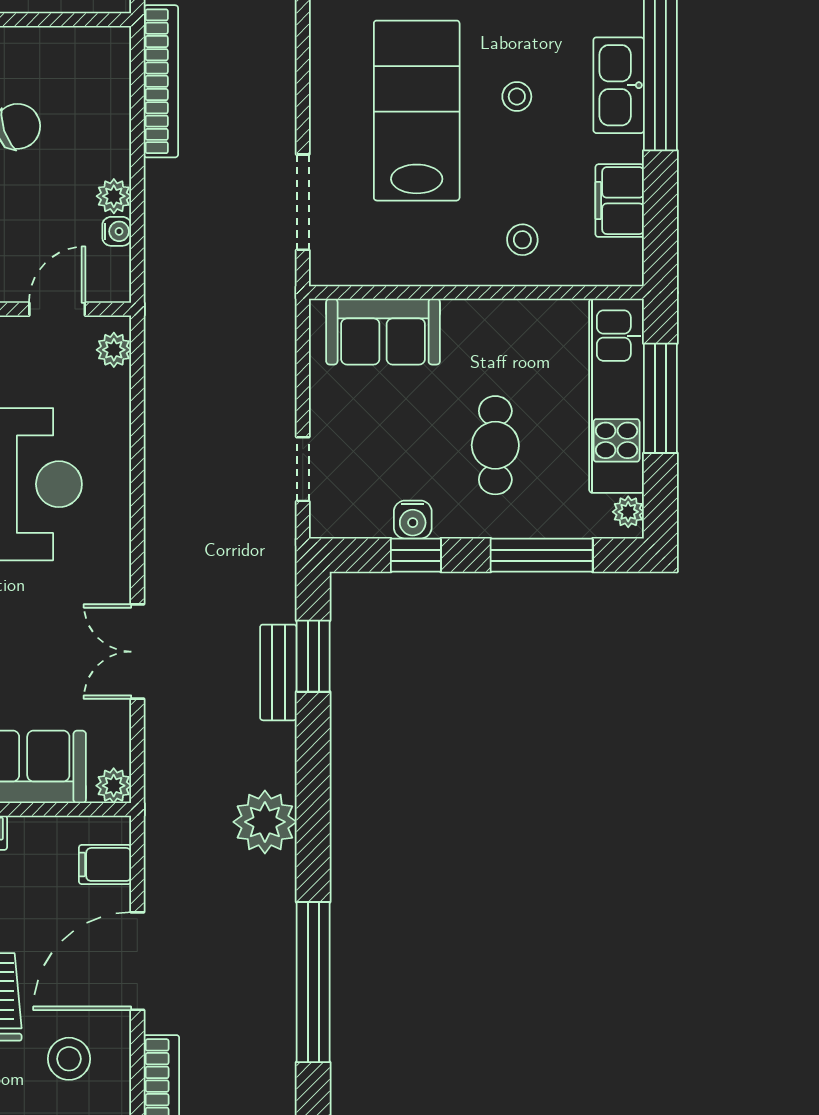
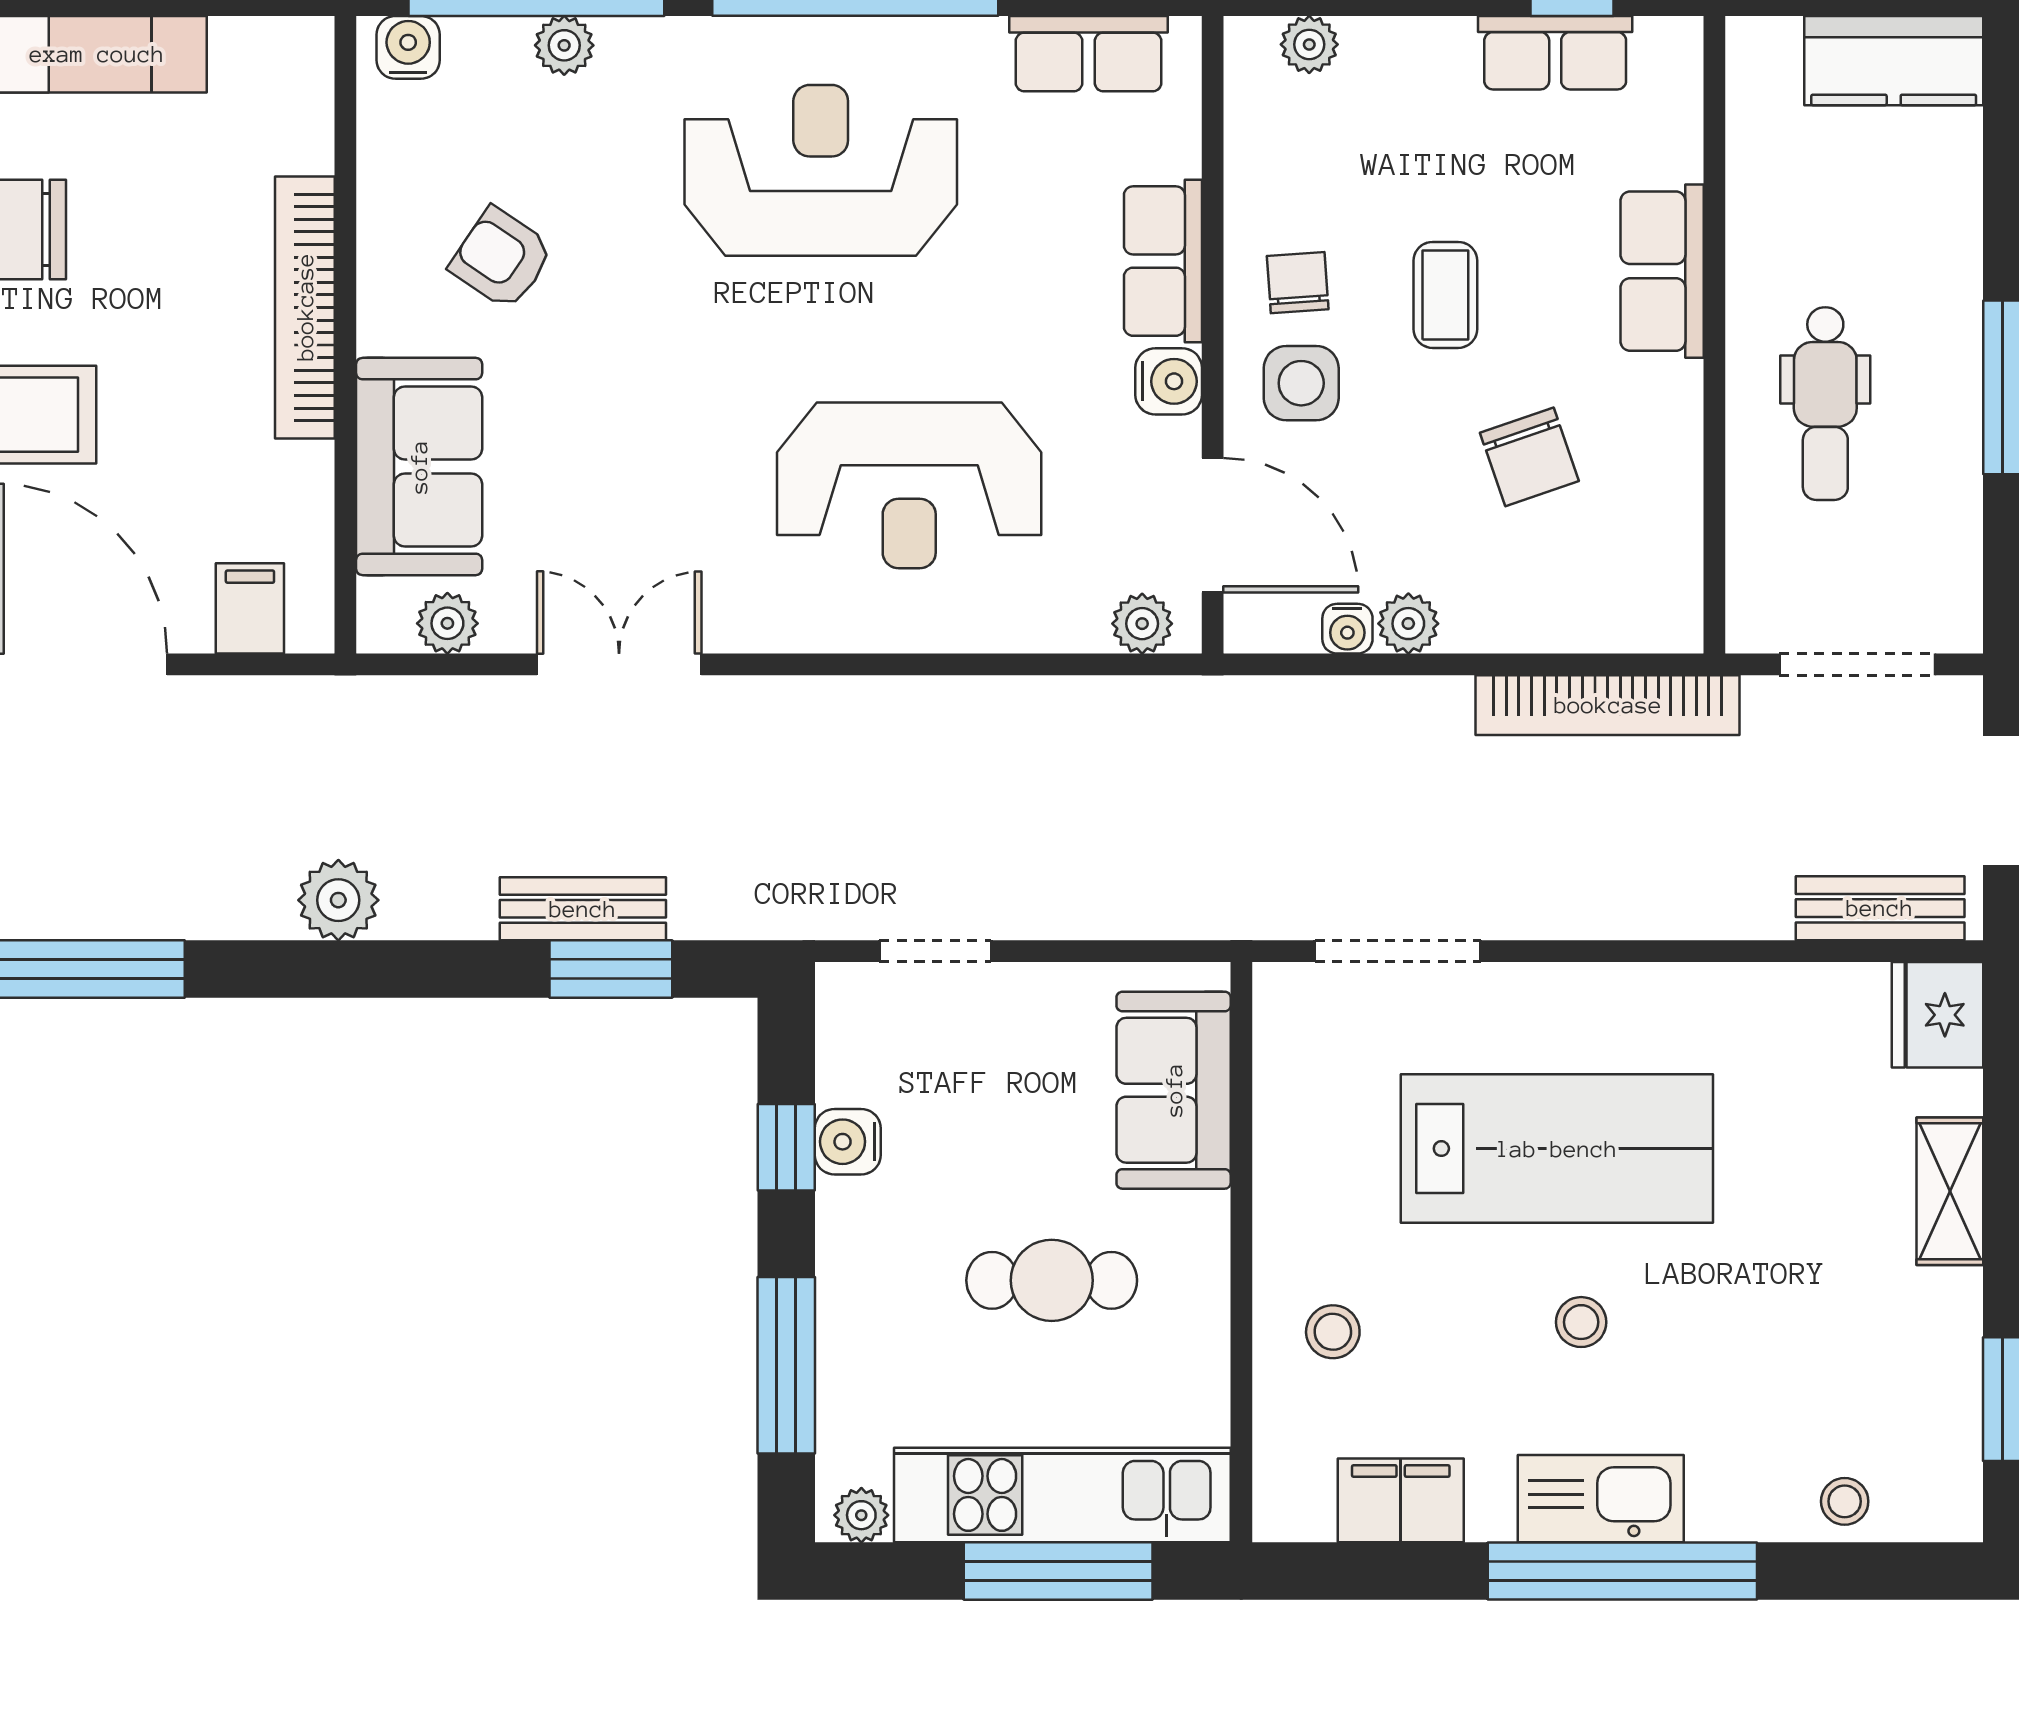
door: (57, 309) -> (1213, 525), width x1.37
cafe table: (495, 445) -> (1052, 1280), moved
plant: (114, 786) -> (447, 623), moved
plant: (265, 822) -> (338, 900), width x0.73, depth x0.73

